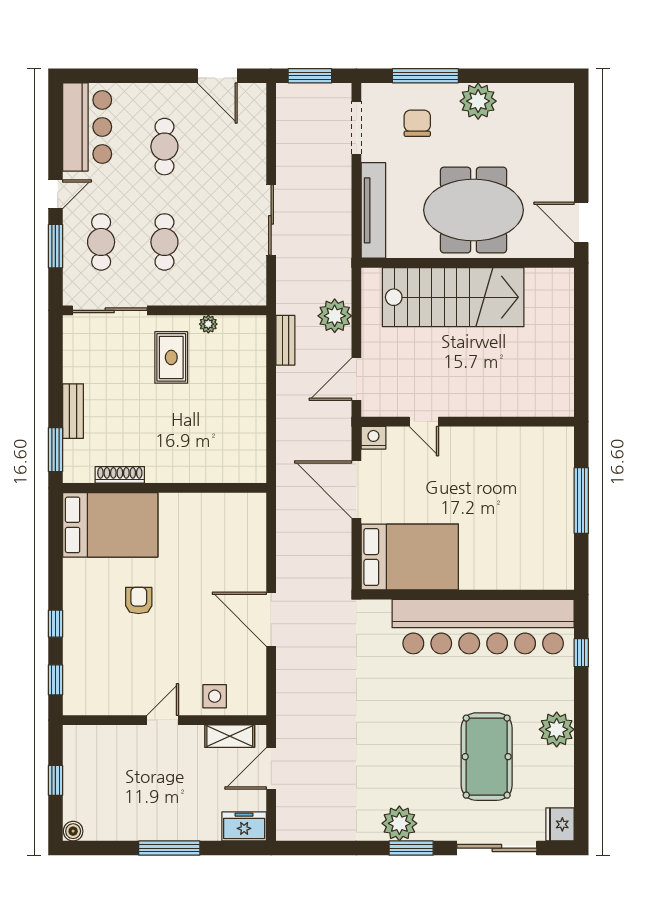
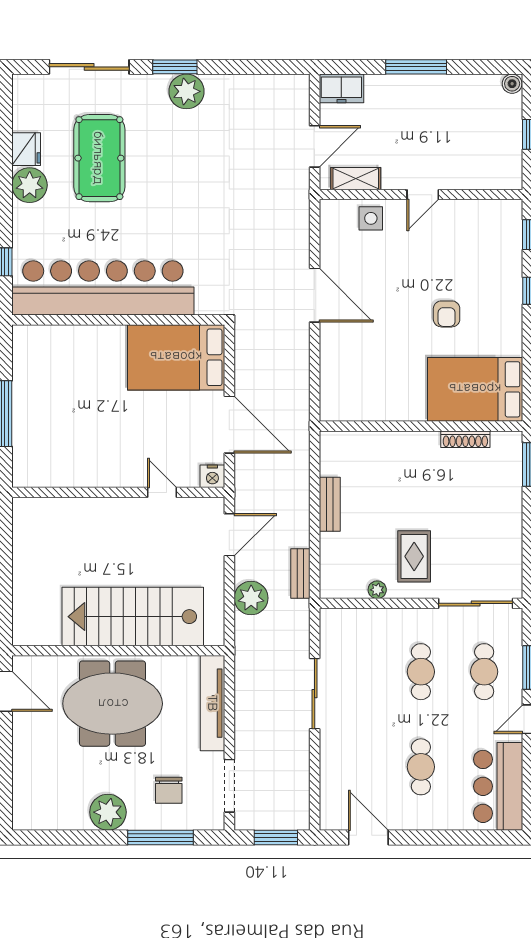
bench: (73, 411) -> (330, 504), moved
fridge: (560, 824) -> (26, 149), moved

